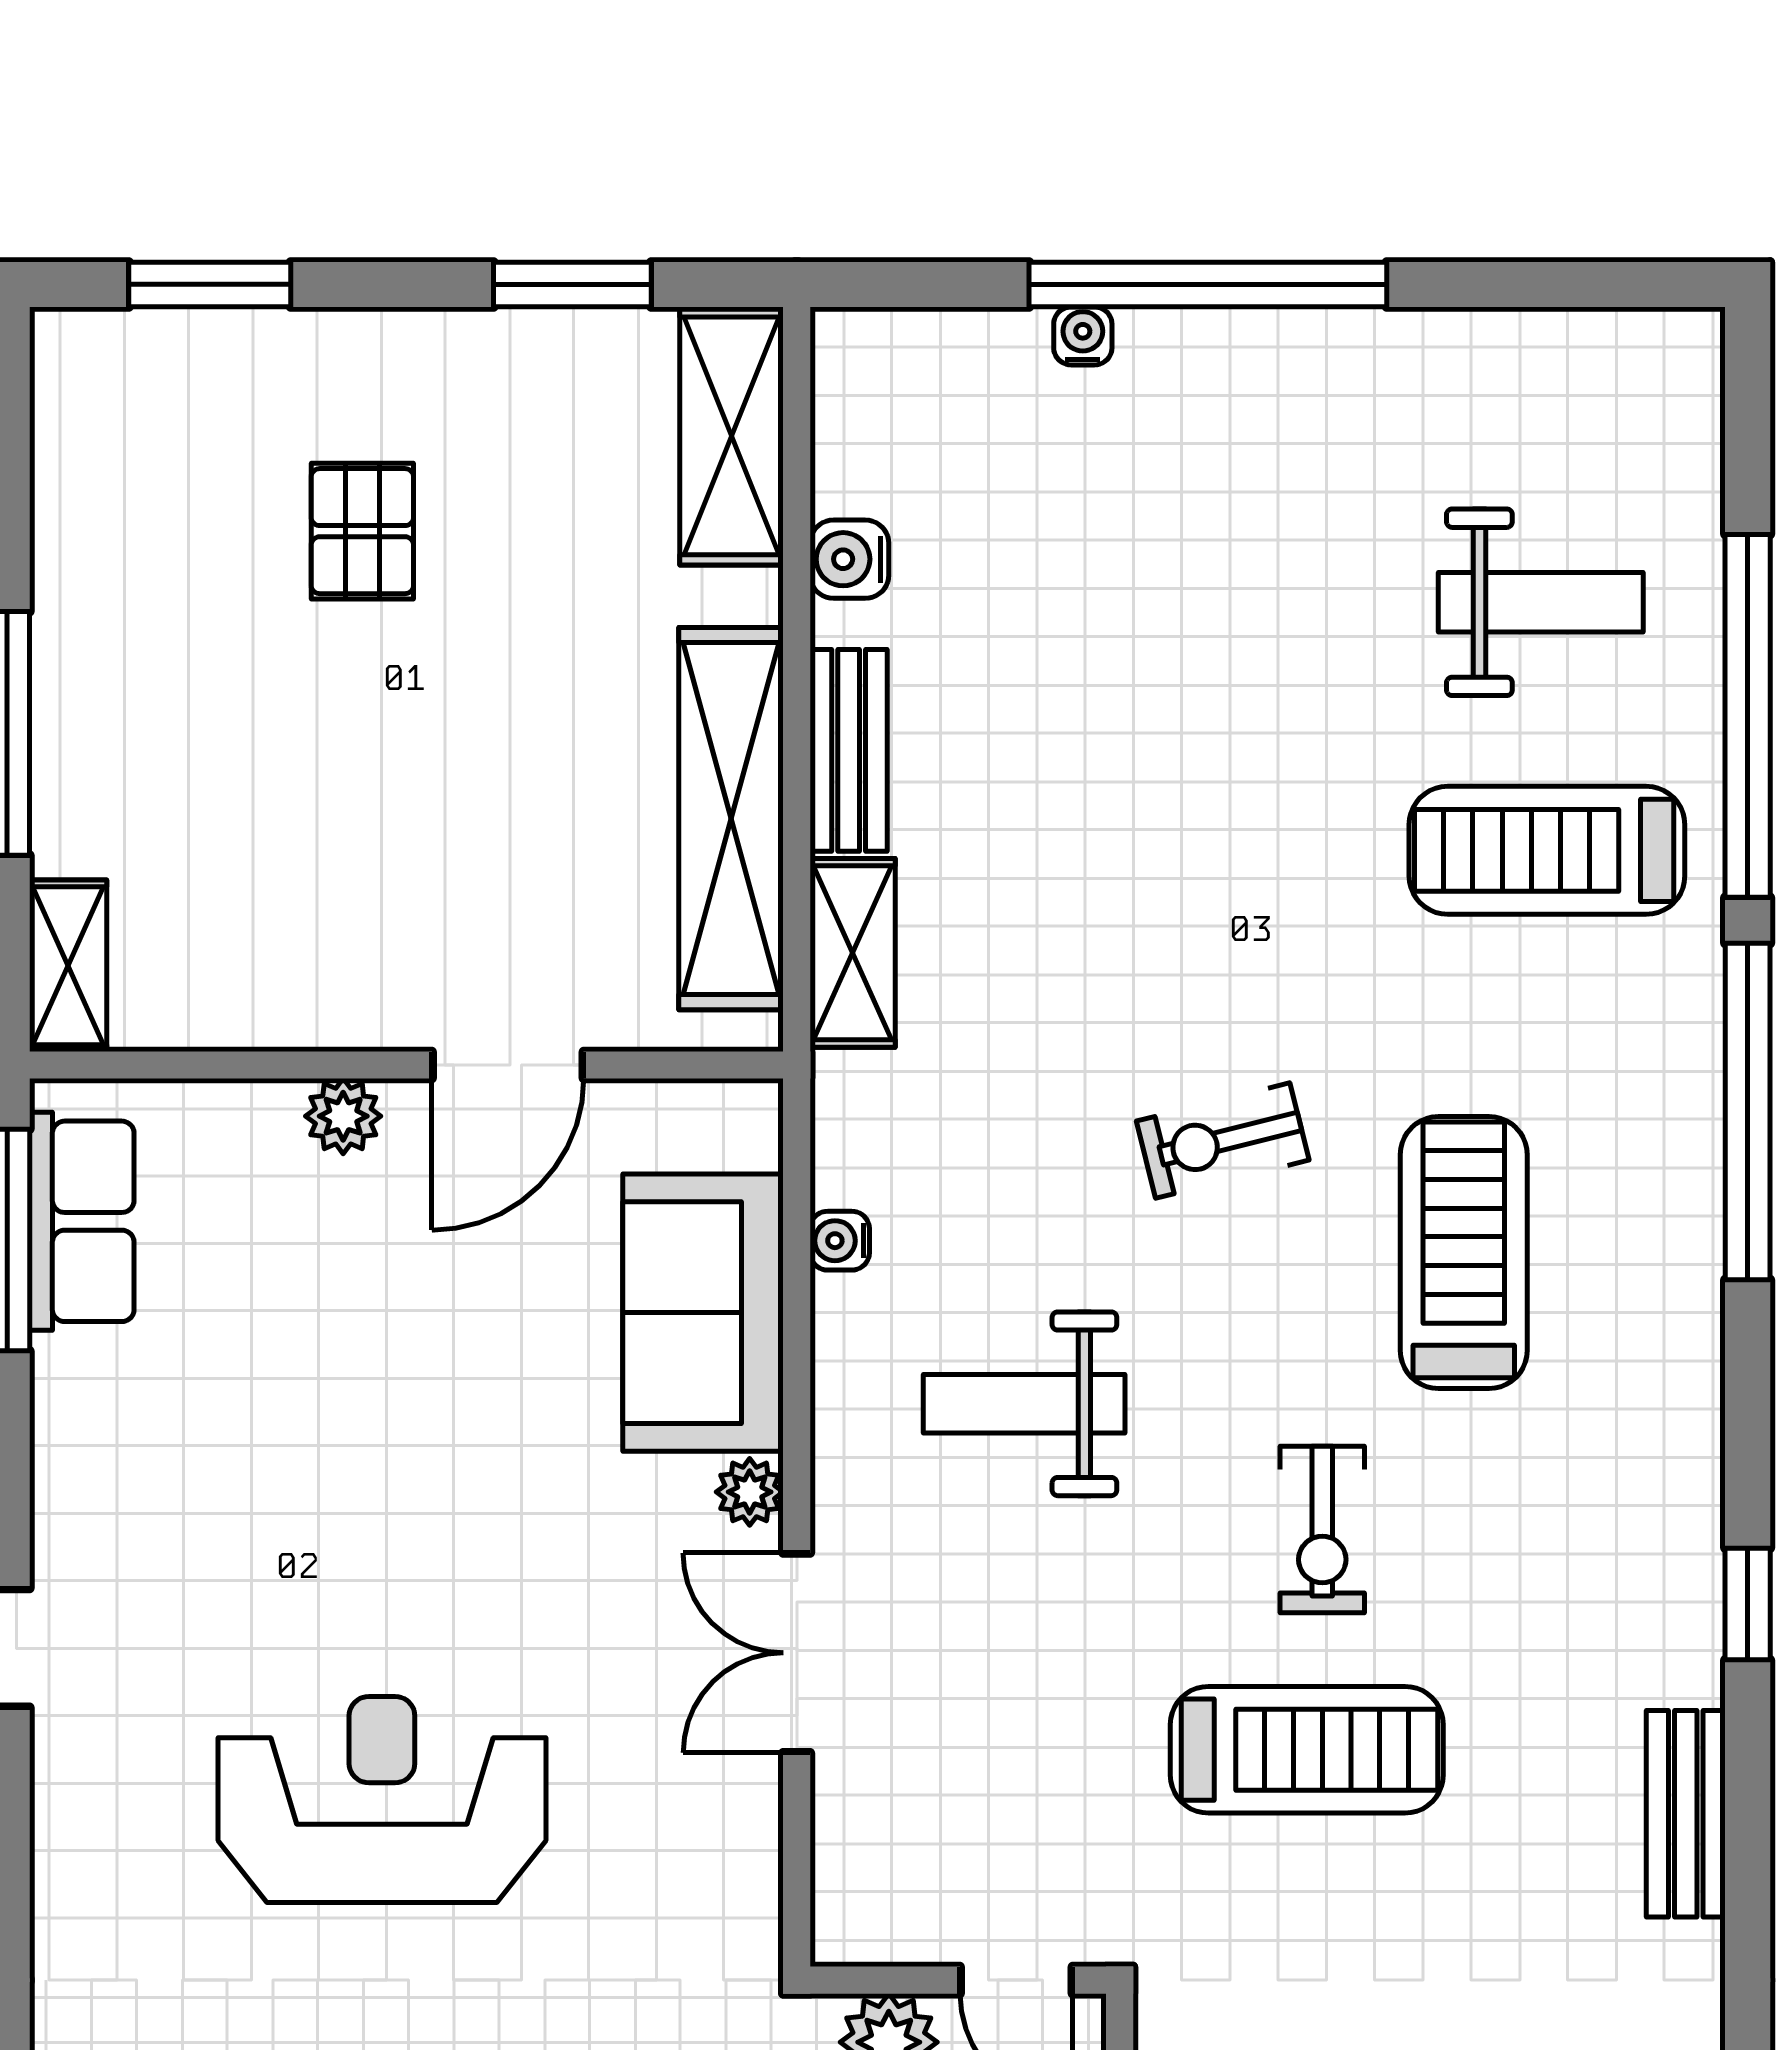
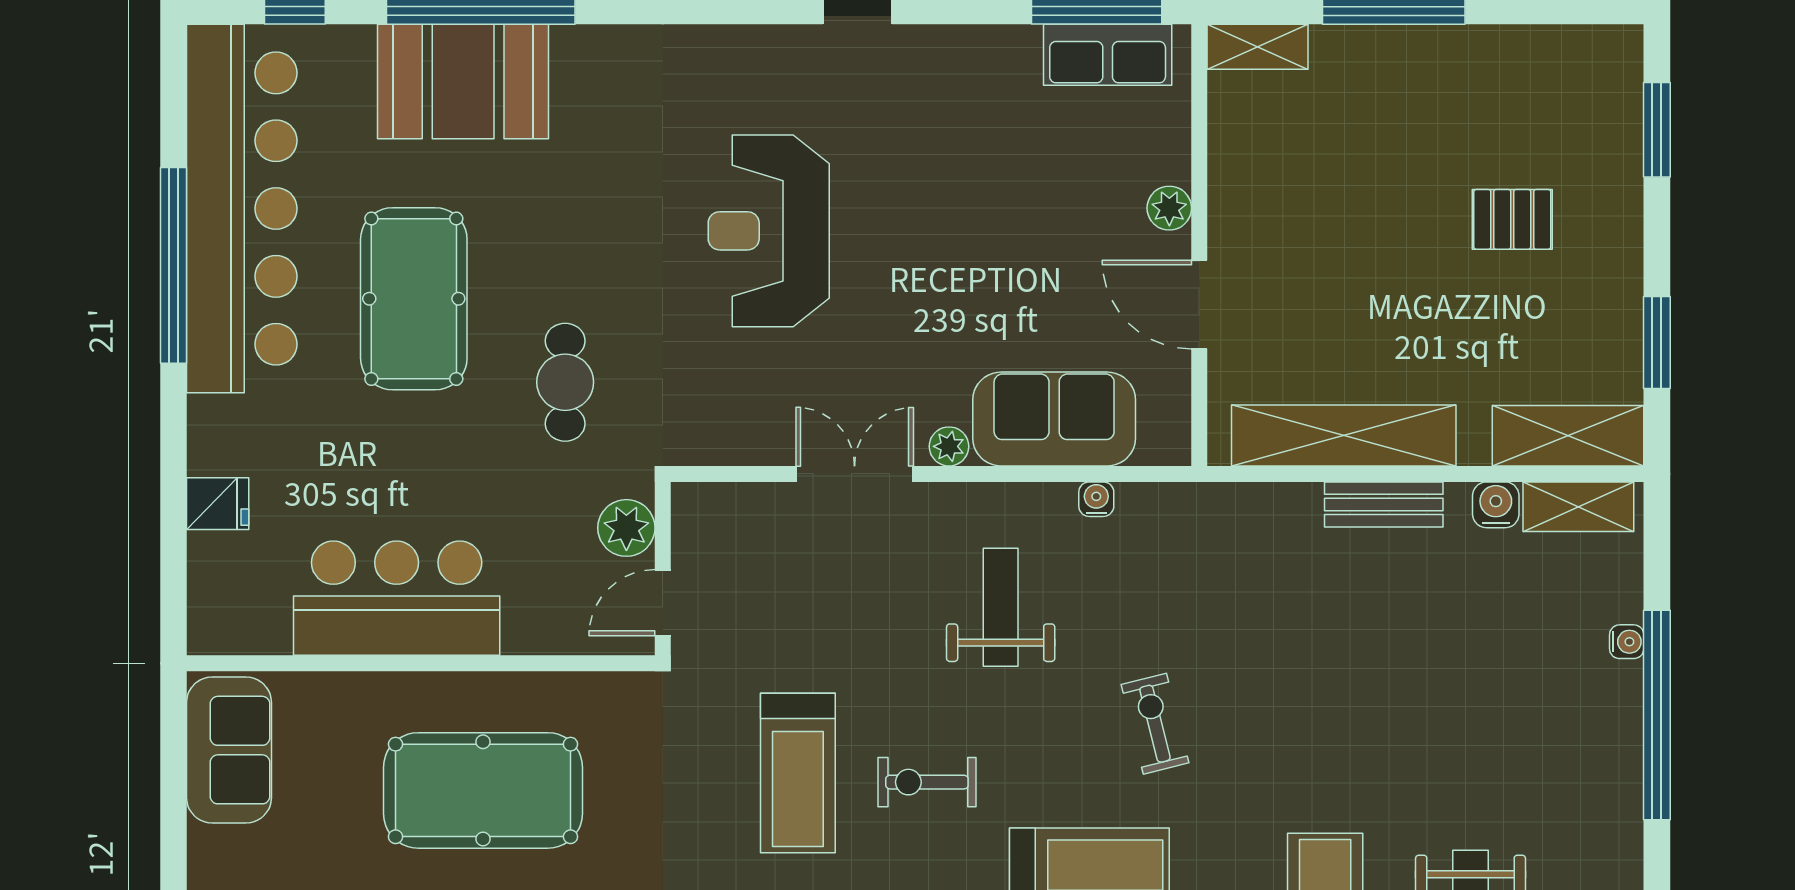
shelving: (853, 953) -> (1578, 507), moved
reception desk: (382, 1799) -> (769, 231), turned 180

